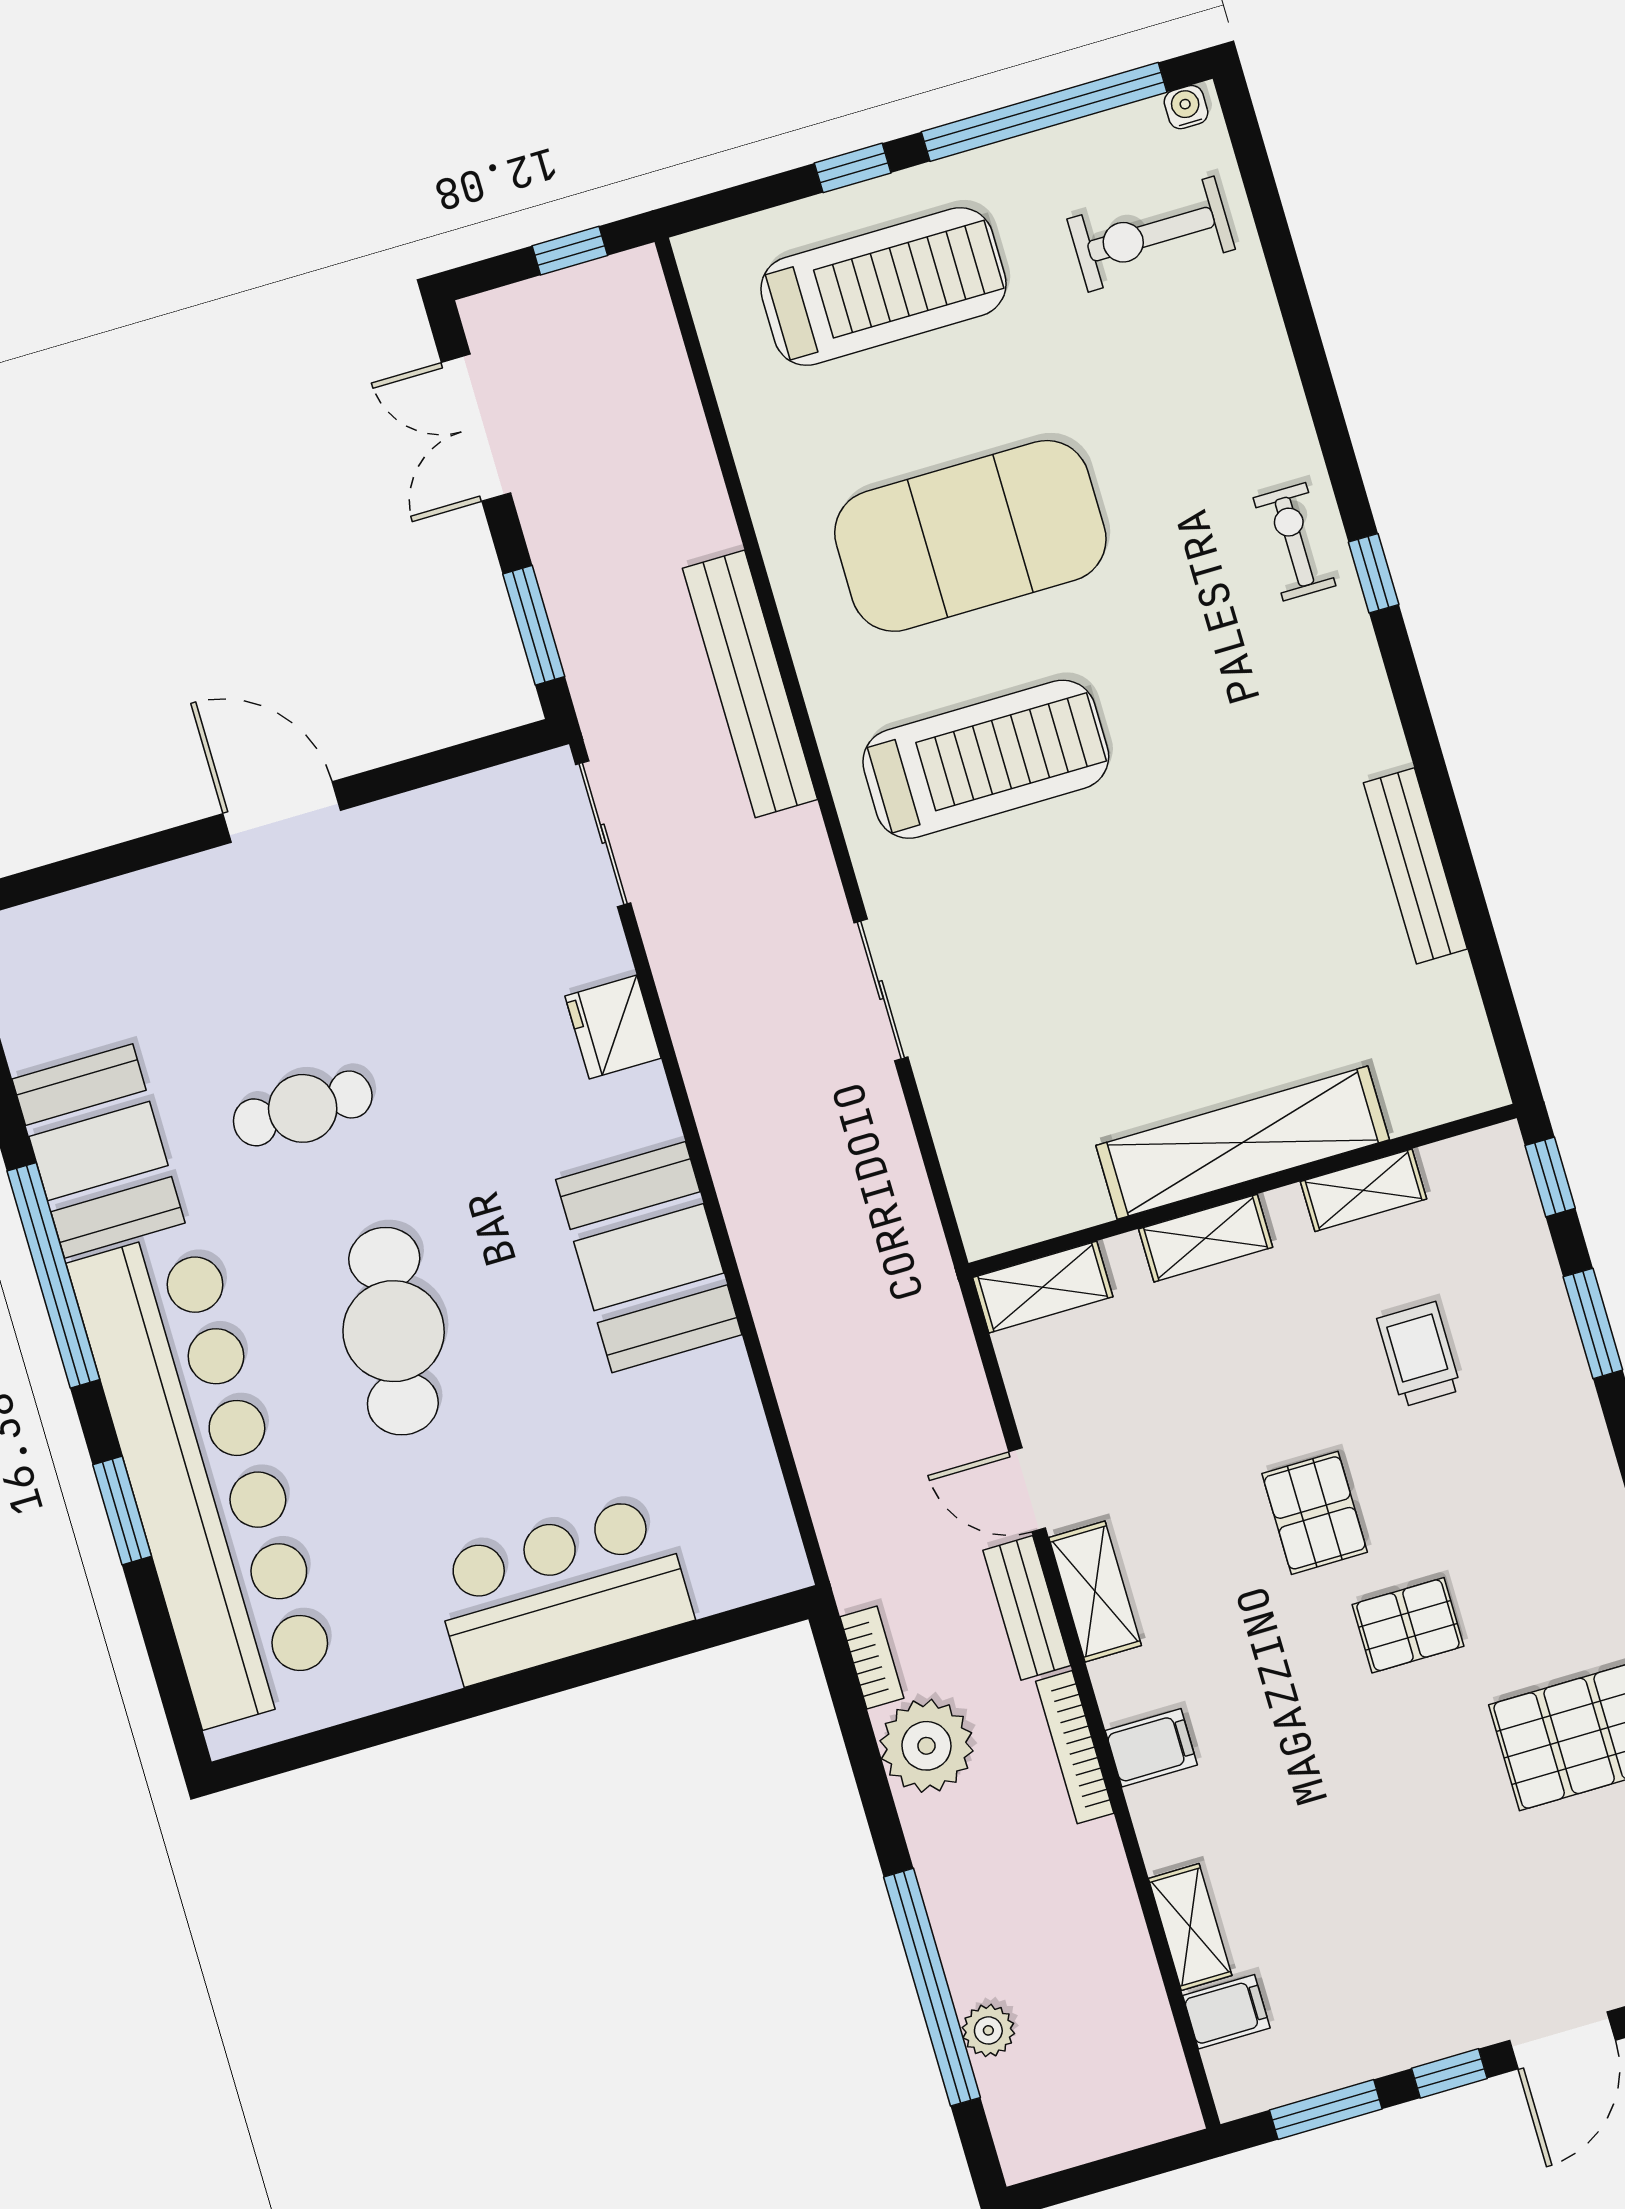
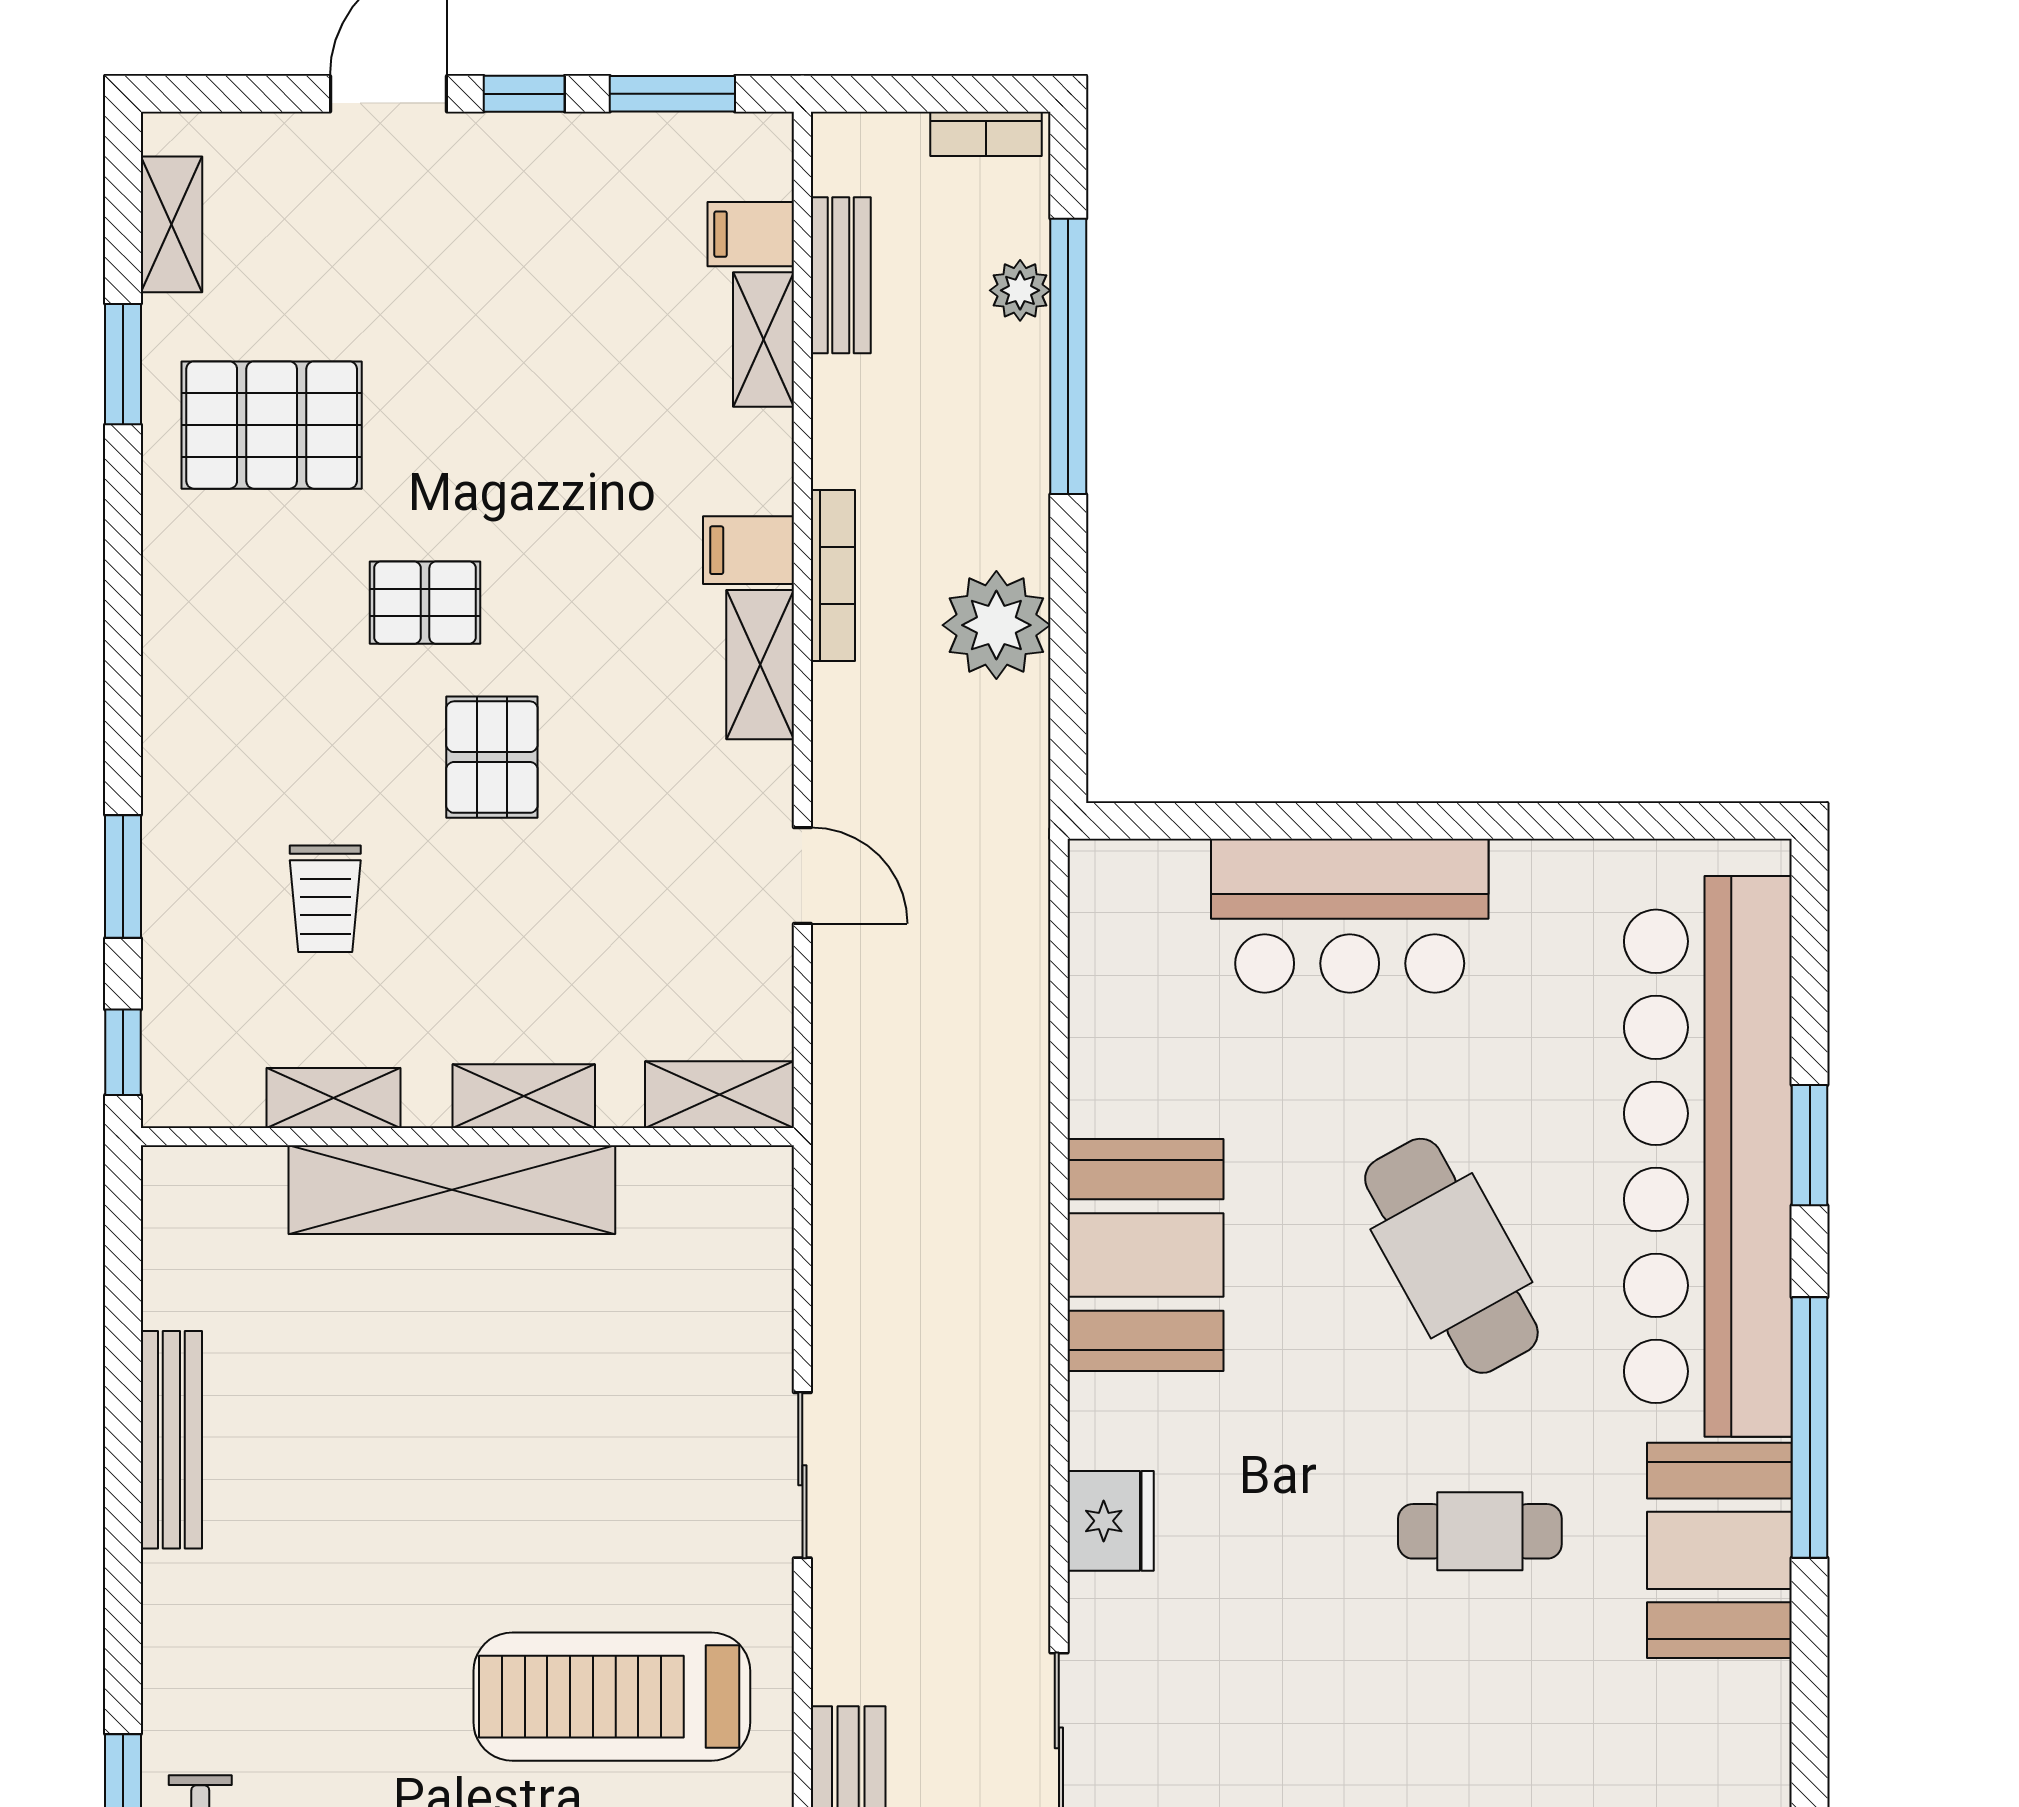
cafe table: (394, 1331) -> (1451, 1256), turned -38
shelving: (1095, 1592) -> (760, 665), moved
bench: (1027, 1608) -> (841, 275), moved
bookcase: (872, 1658) -> (986, 134), moved, turned -90

